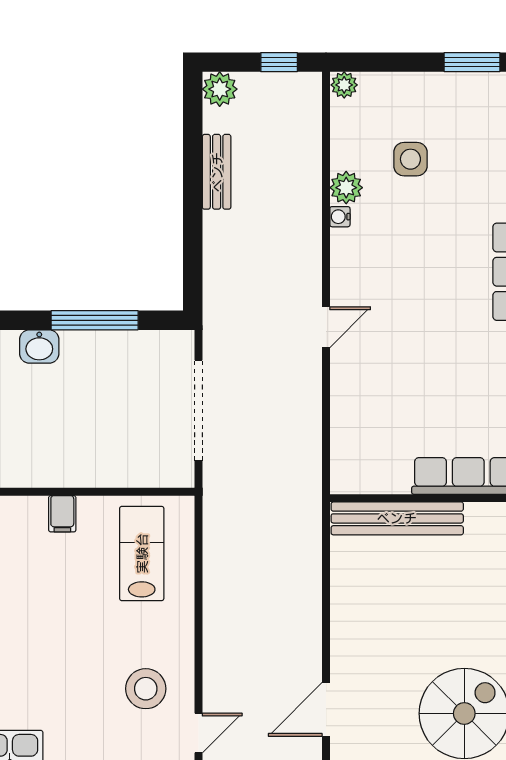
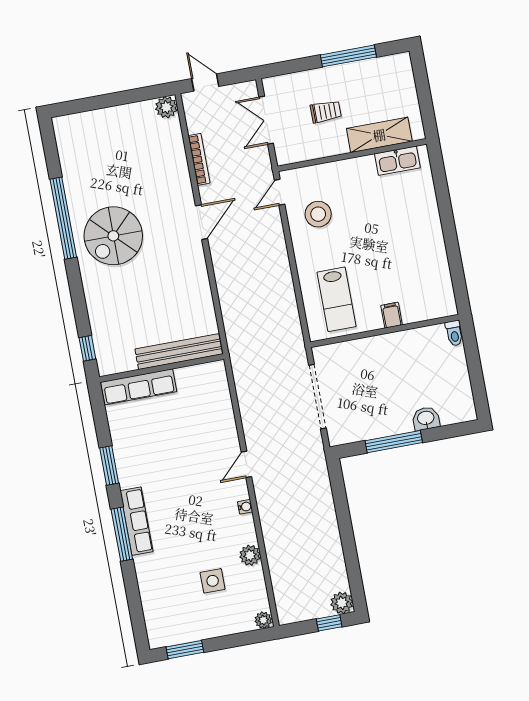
window: (279, 62) -> (329, 623), moved
bench: (217, 172) -> (334, 550), removed
water cooler: (340, 217) -> (245, 507), moved

